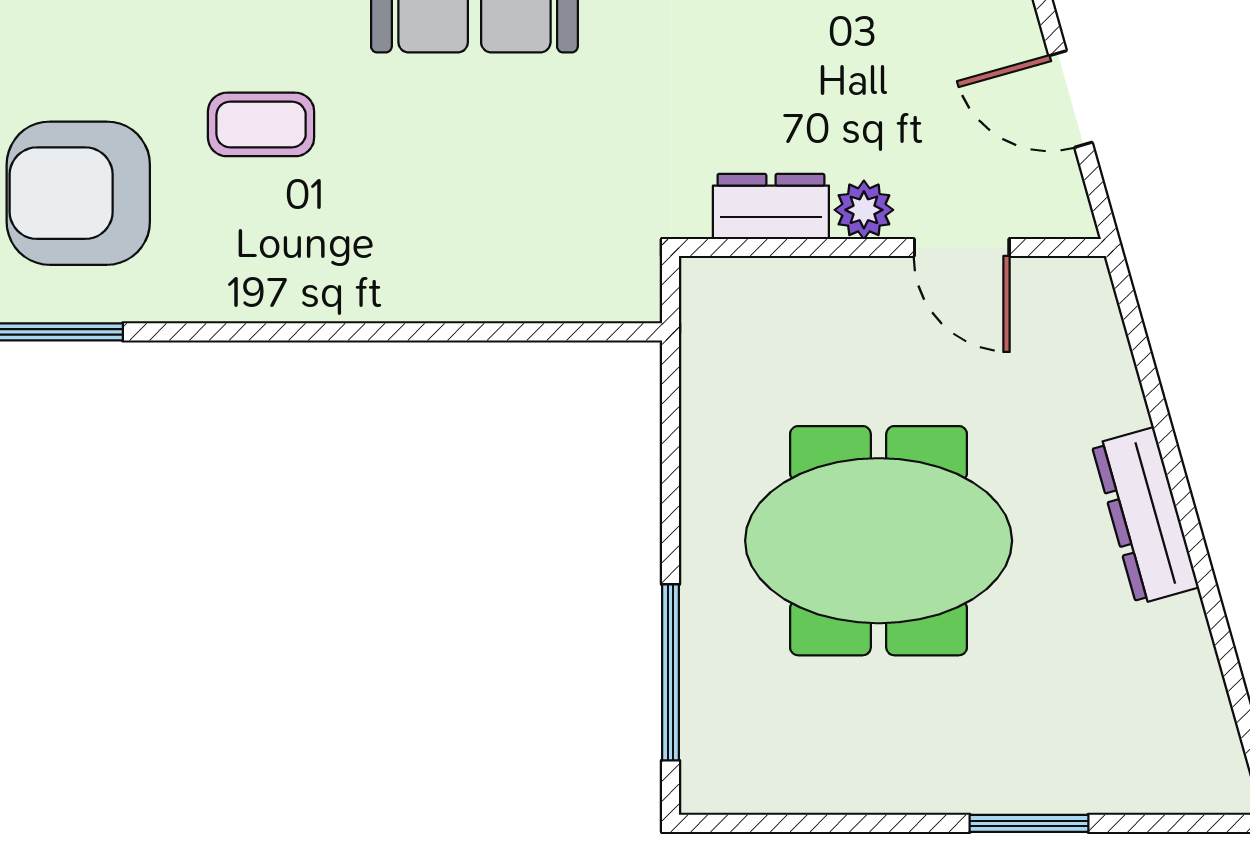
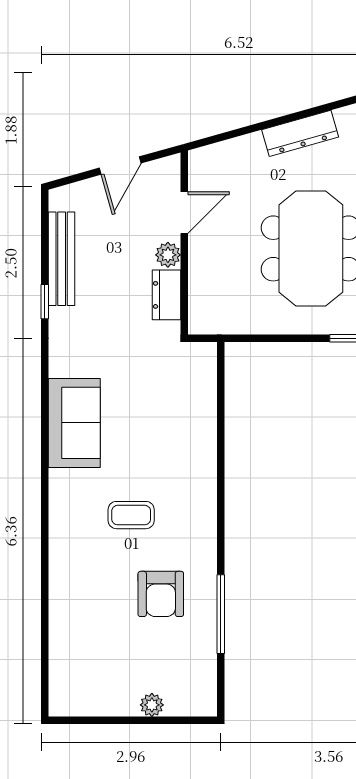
coffee table: (261, 124) -> (131, 515), turned 90
armchair: (78, 193) -> (161, 594), width x0.73, depth x0.73

